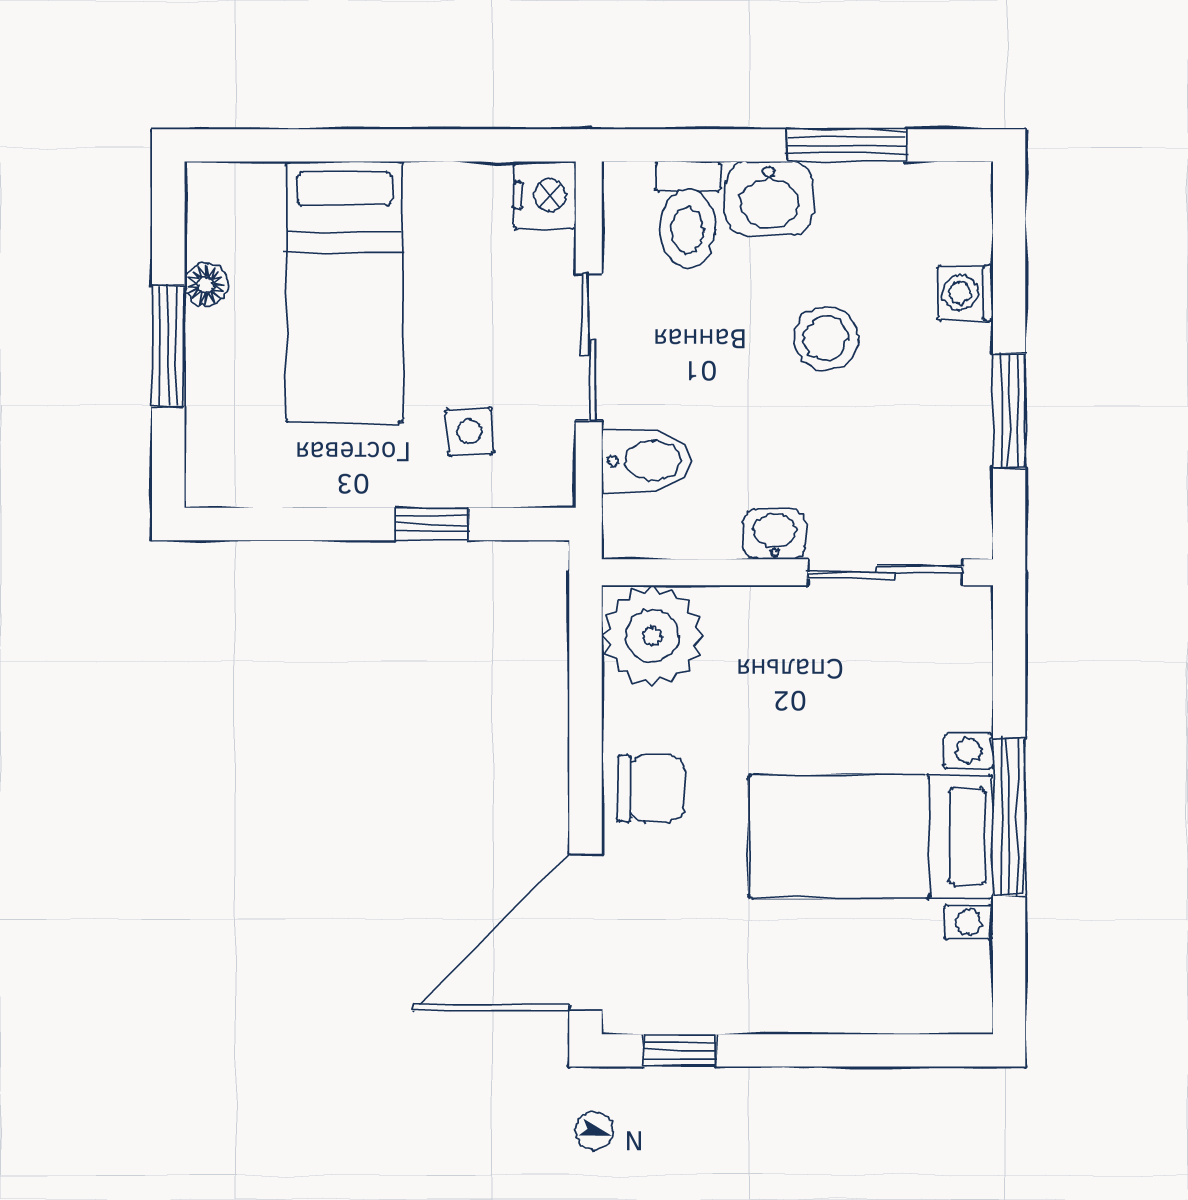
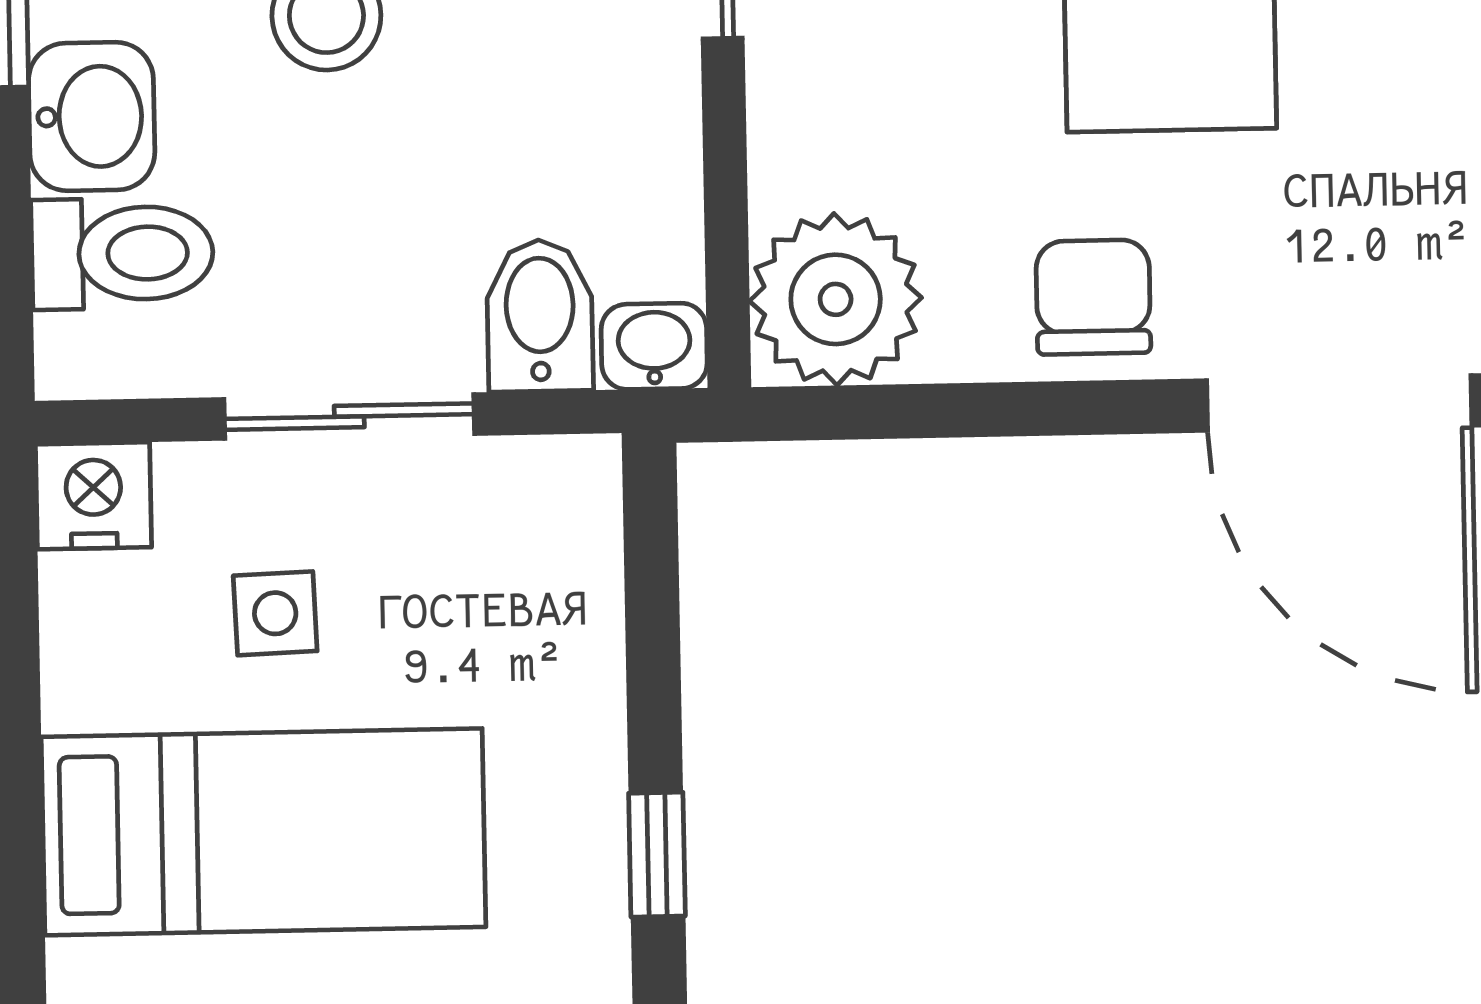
side table: (470, 432) -> (275, 613), moved
window: (432, 524) -> (657, 855), moved
washbasin: (774, 534) -> (654, 346), moved, turned 90

